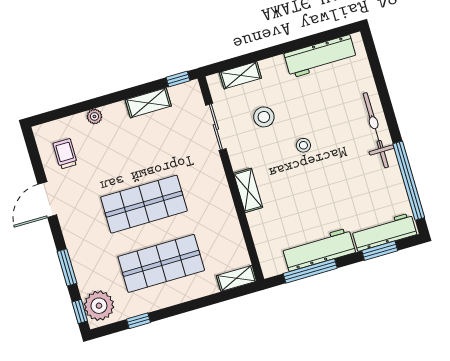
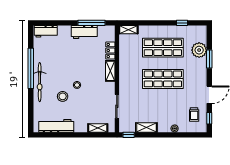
stool: (264, 117) -> (63, 96), moved
window: (409, 181) -> (31, 68), moved
locker: (259, 229) -> (110, 51), added
workbench: (384, 232) -> (46, 31), width x0.73
workbench: (319, 250) -> (84, 32), width x0.73
window: (380, 251) -> (55, 23), removed
plant: (99, 306) -> (199, 50), moved
window: (80, 312) -> (209, 118), moved

